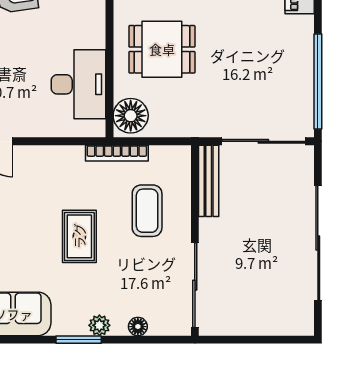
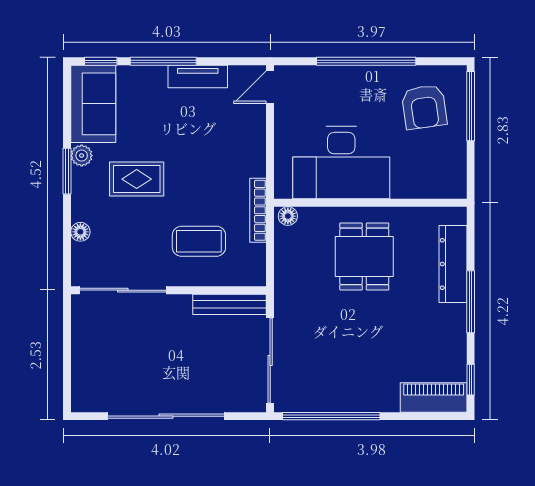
desk: (79, 84) -> (341, 163), width x1.36, depth x1.30
floor lamp: (131, 116) -> (288, 216), width x0.53, depth x0.53
rug: (79, 236) -> (137, 179), moved
plant: (99, 325) -> (82, 156), moved

